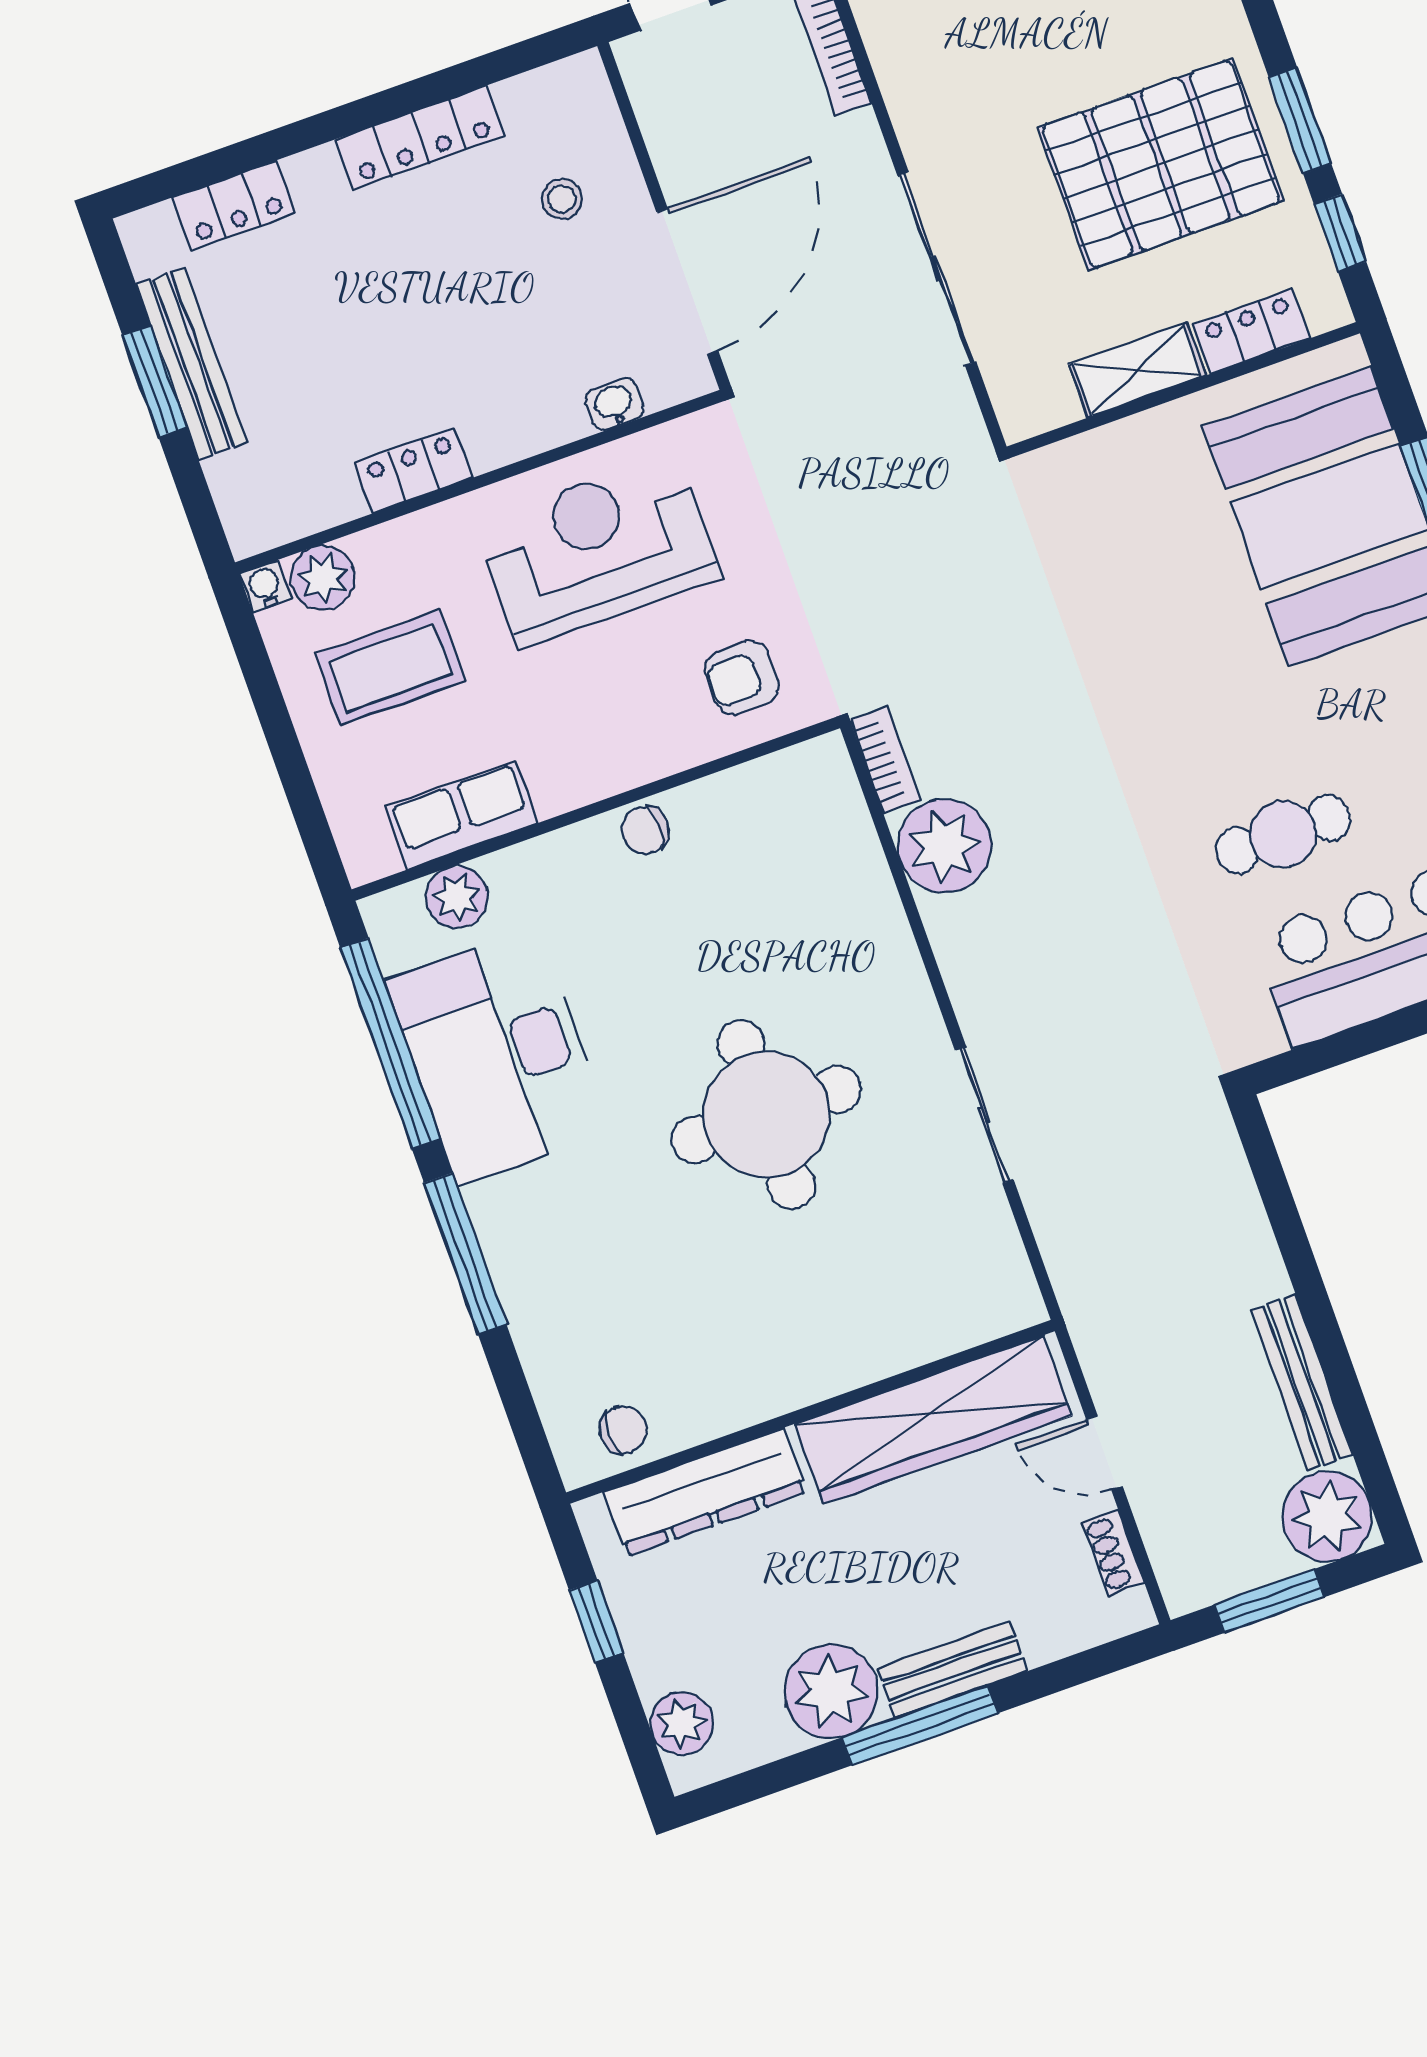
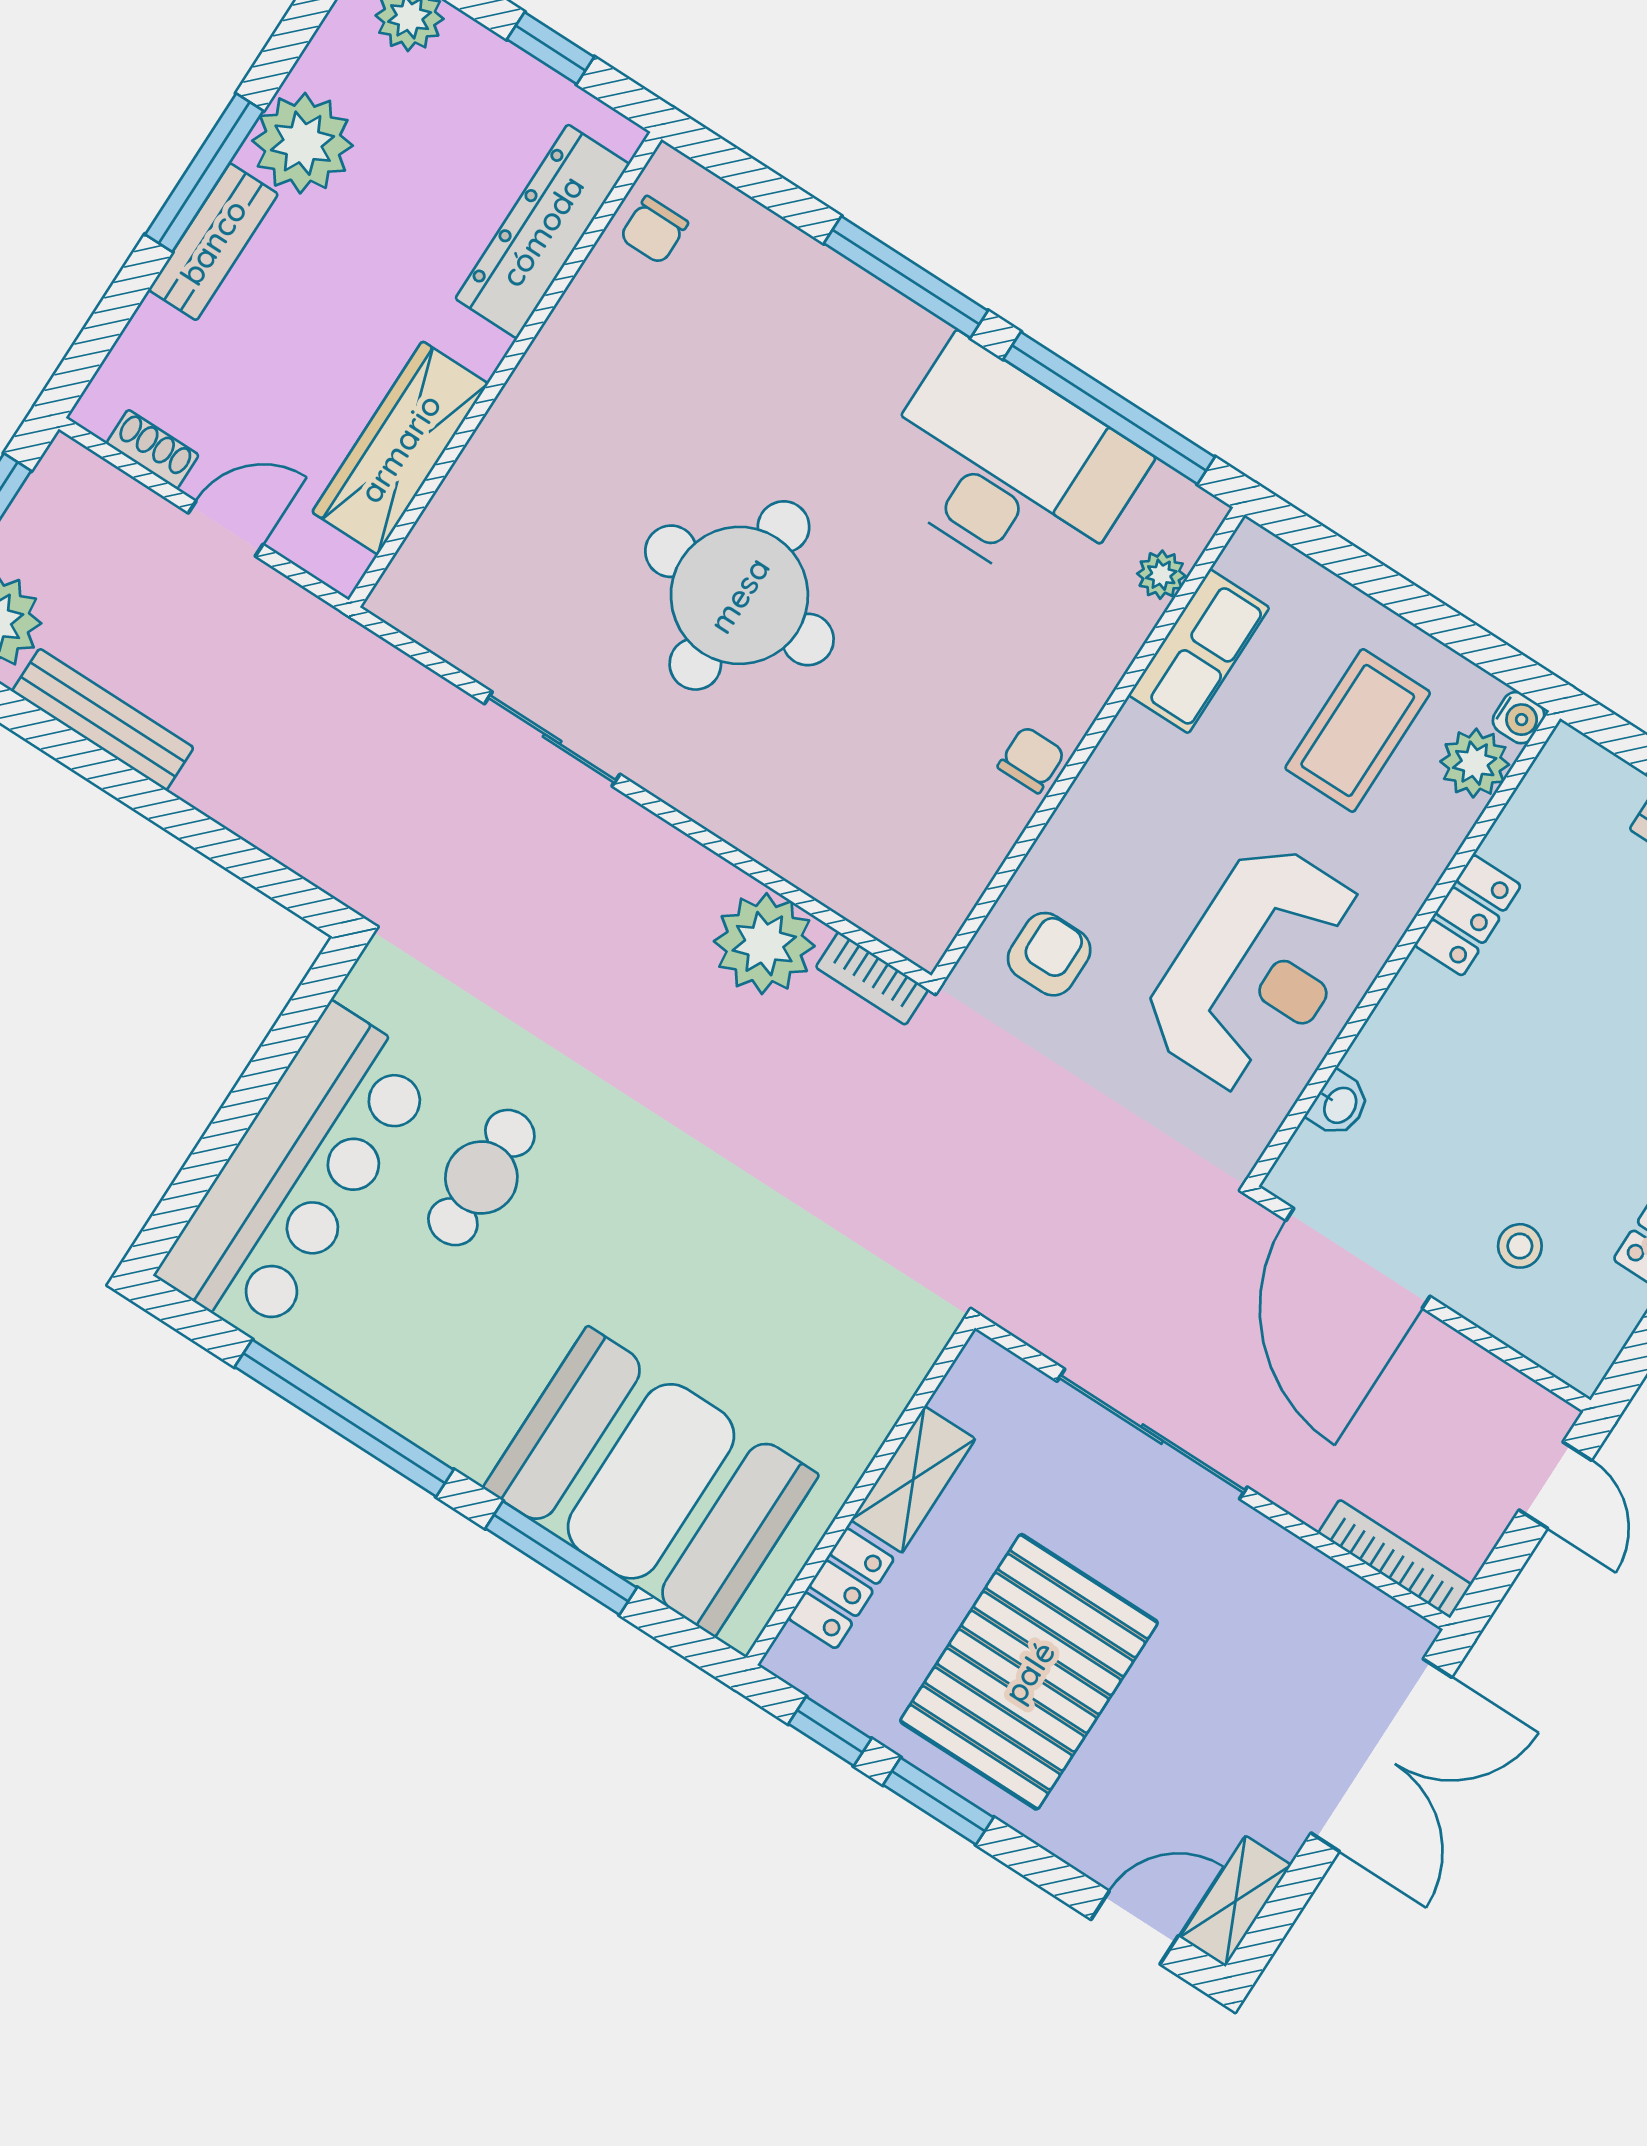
plant: (457, 897) -> (1161, 575), width x0.73, depth x0.73
wardrobe: (934, 1420) -> (400, 448), width x0.71, depth x0.85

